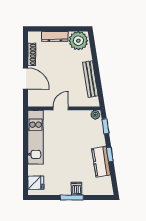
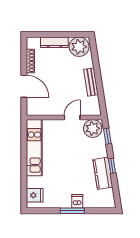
bench: (90, 79) -> (91, 82), width x0.73
door: (61, 108) -> (72, 117), moved
plant: (95, 115) -> (93, 128), width x1.88, depth x1.88

